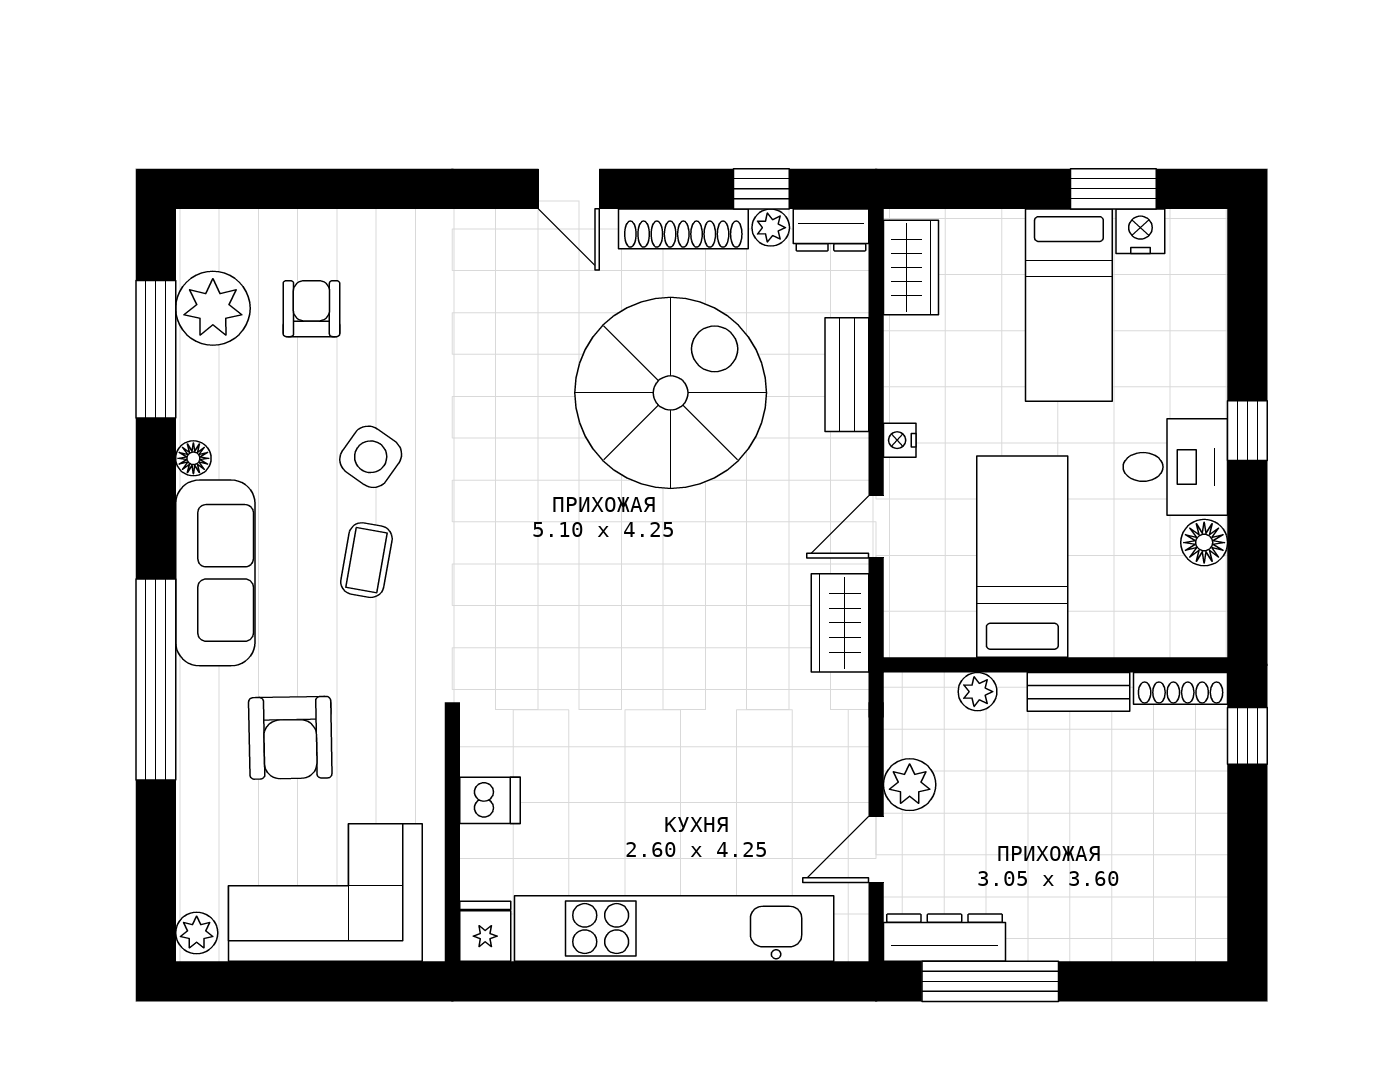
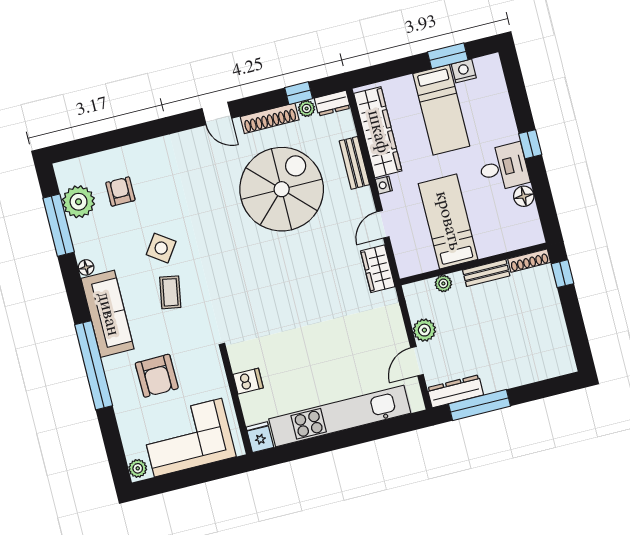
wardrobe: (911, 267) -> (378, 132), width x2.10, depth x1.17

